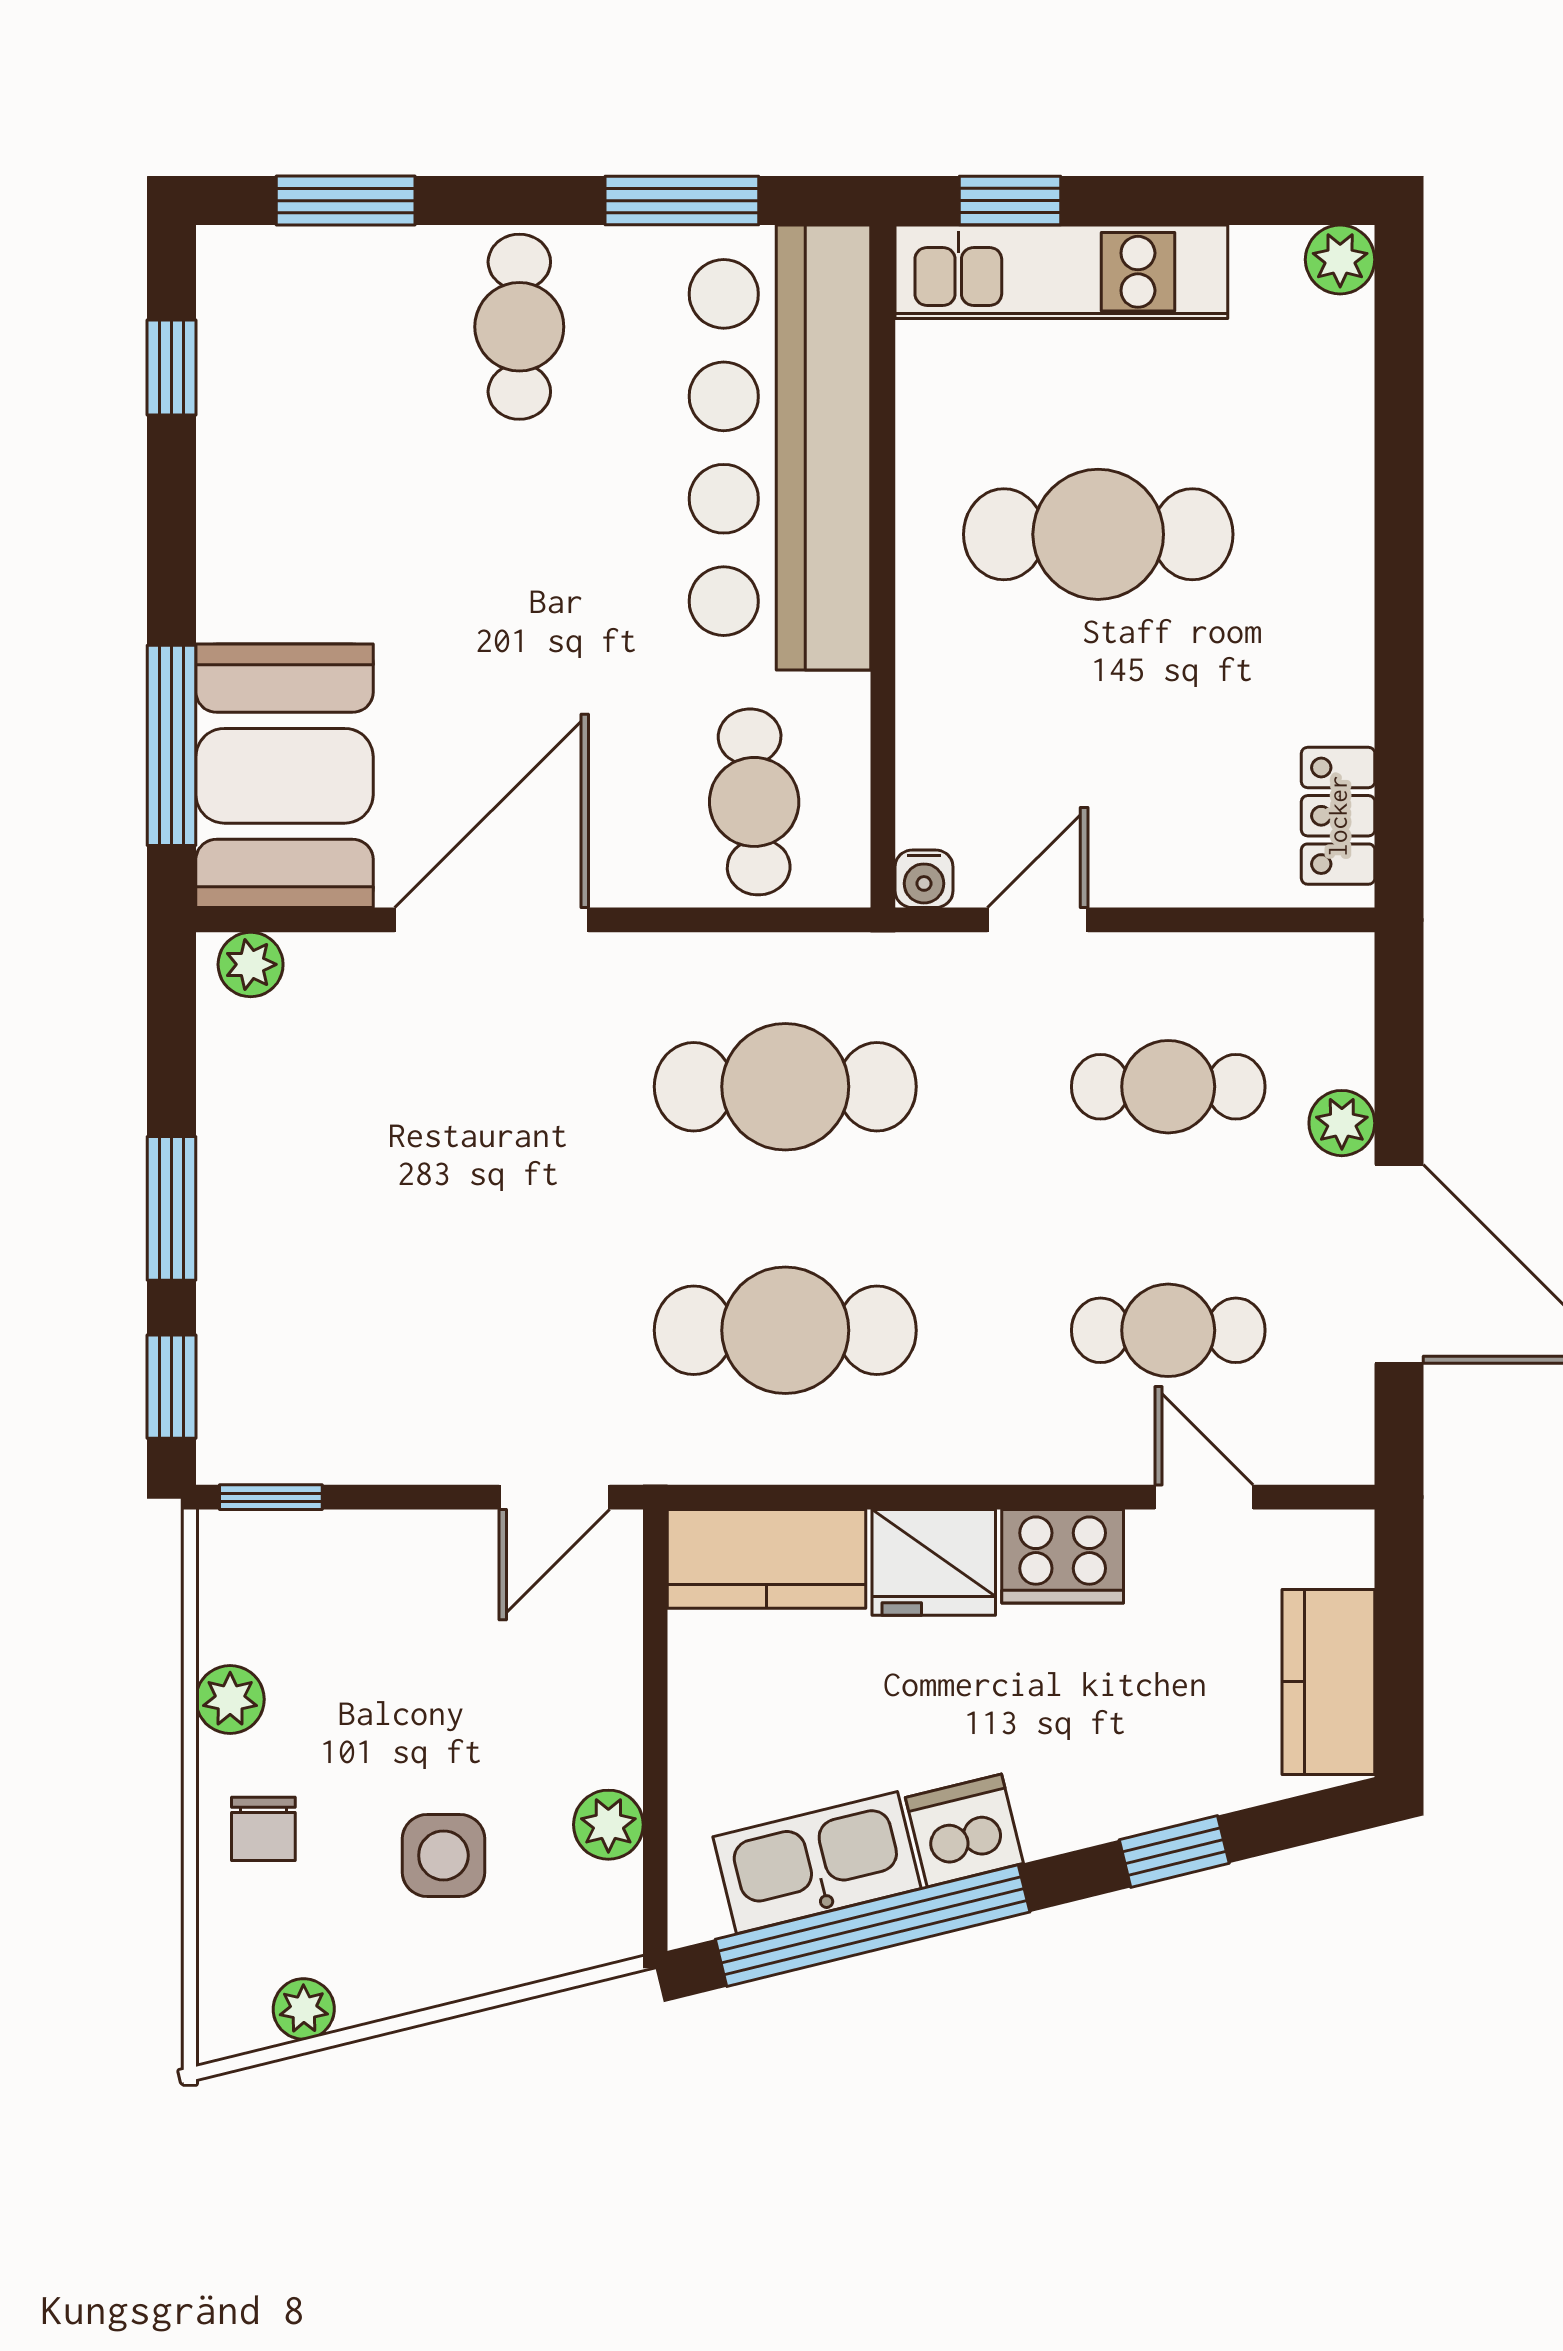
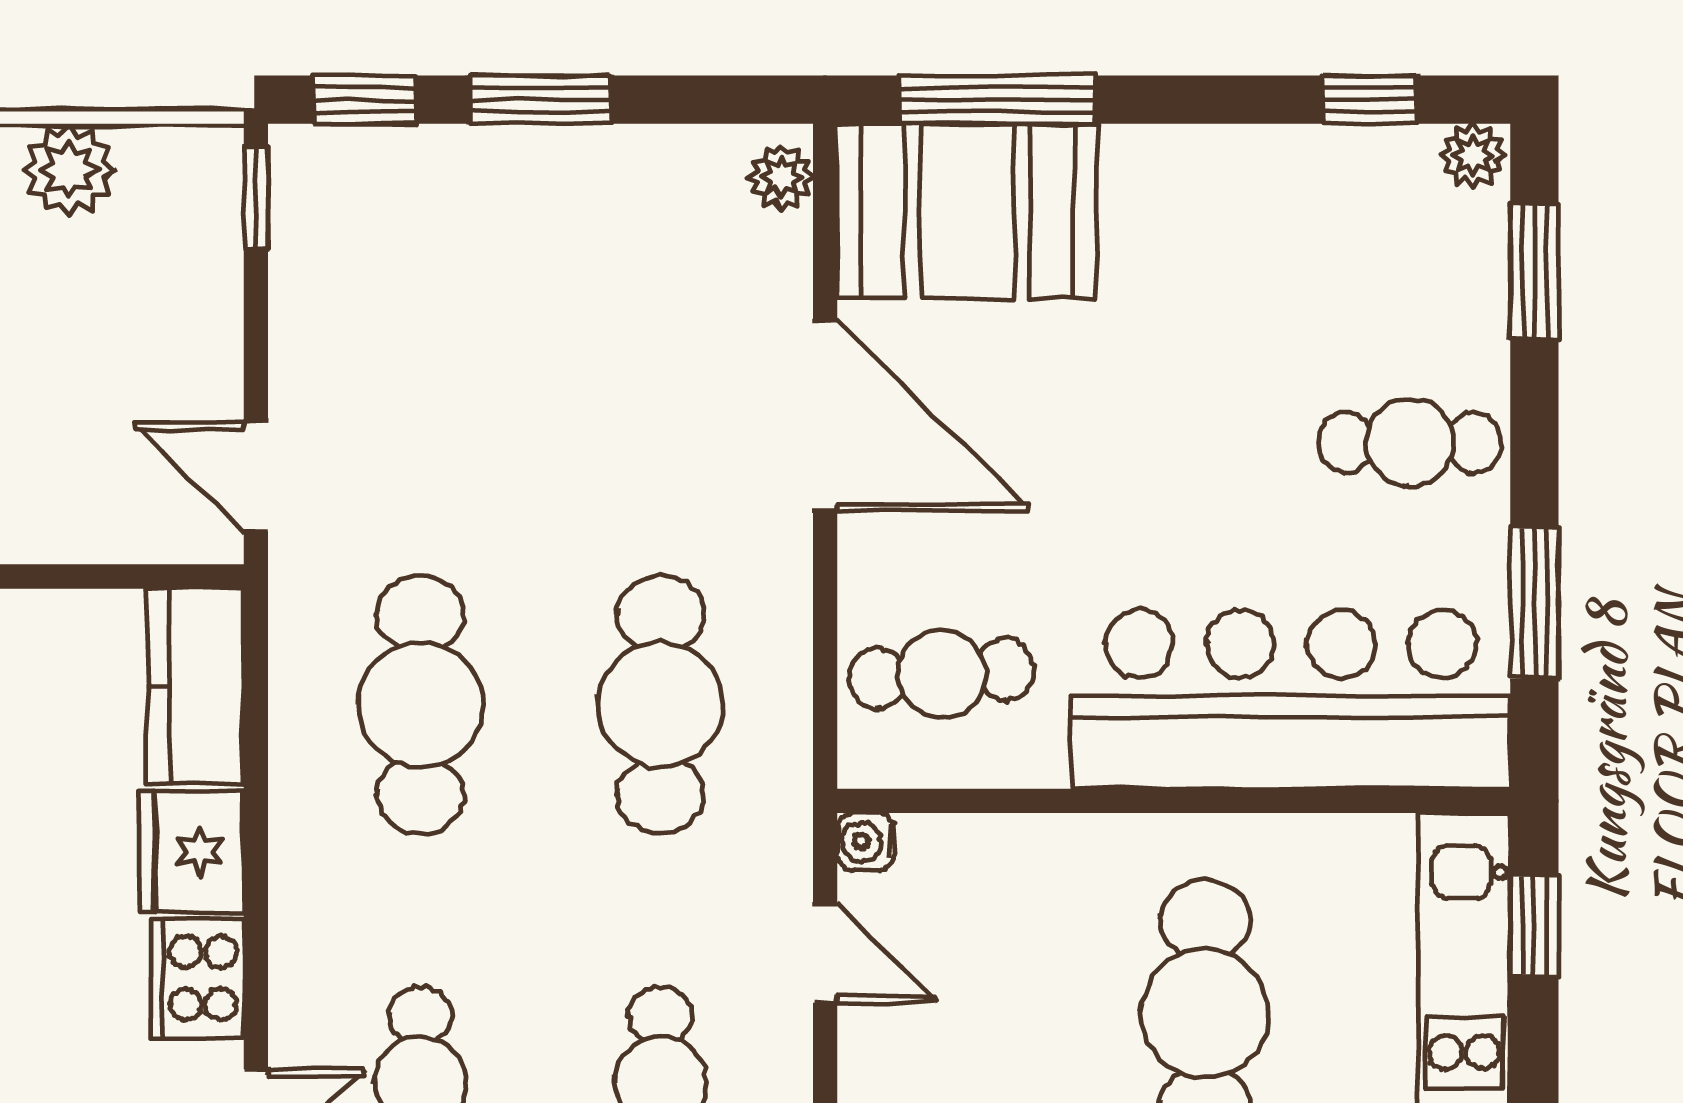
plant: (228, 263) -> (1473, 155), added
plant: (230, 1699) -> (69, 170), width x1.38, depth x1.38

